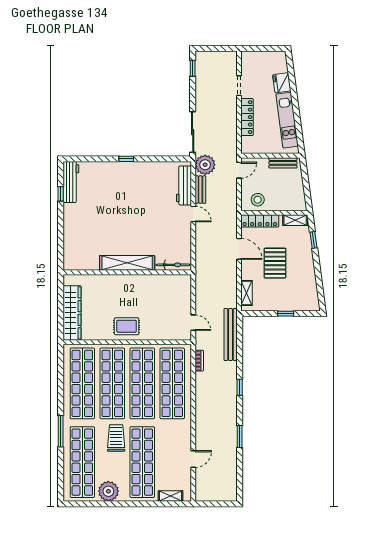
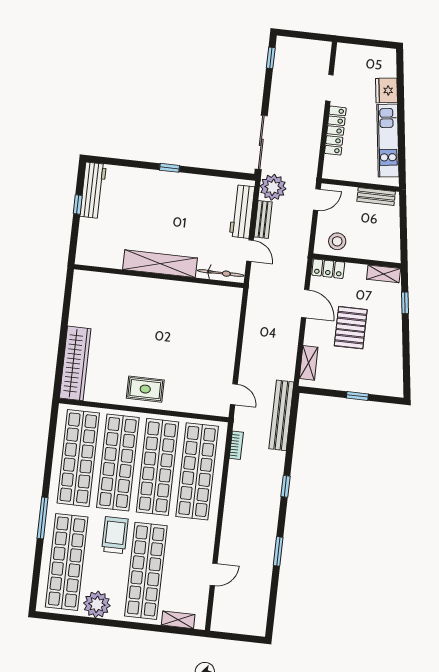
locker: (260, 221) -> (328, 269), width x0.66
shelving: (127, 263) -> (160, 264), moved
bicycle: (173, 265) -> (221, 273), moved
wall: (127, 272) -> (159, 276), moved

